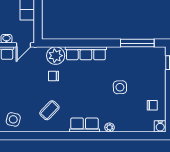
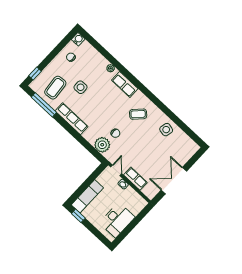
door: (23, 45) -> (116, 170), hinge flipped
row of seats: (86, 53) -> (72, 119), moved
coffee table: (141, 67) -> (55, 88), added

